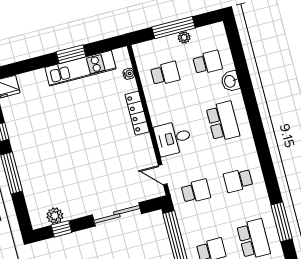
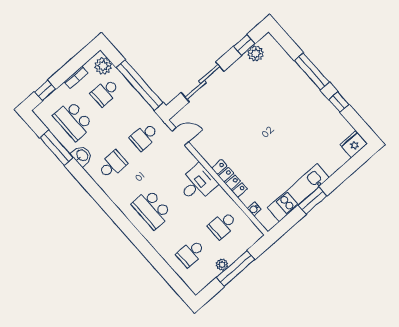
washbasin: (230, 81) -> (82, 156), moved
desk: (173, 138) -> (197, 184), moved

